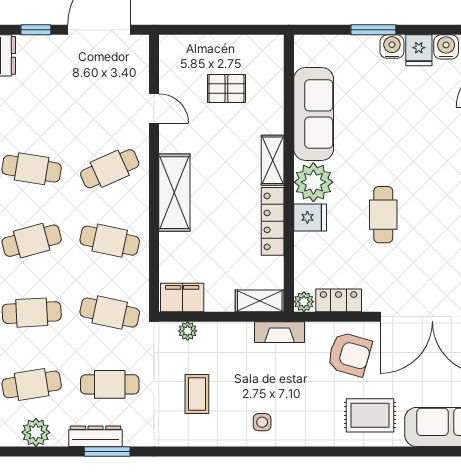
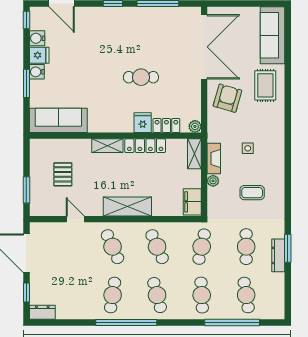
window: (201, 30) -> (26, 190), added
door: (154, 109) -> (75, 219), hinge flipped
sofa: (314, 114) -> (58, 120), moved
plant: (313, 182) -> (121, 120), removed
cafe table: (110, 241) -> (157, 247), turned -36
locker: (339, 300) -> (166, 126), moved, turned 90
plant: (188, 331) -> (213, 181), moved
fireplace: (280, 332) -> (214, 158), moved
side table: (262, 422) -> (248, 148), moved
plant: (36, 432) -> (276, 292), removed

